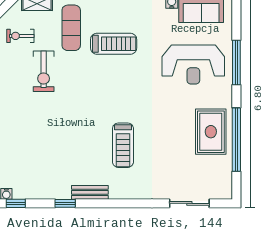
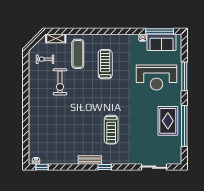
treadmill: (114, 44) -> (105, 64), turned -90
window: (65, 203) -> (105, 167), moved

